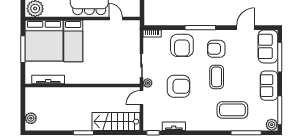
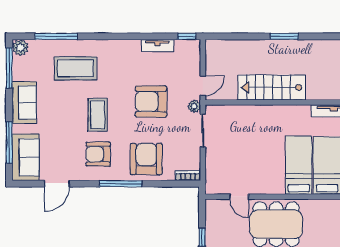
armchair: (216, 49) -> (98, 154), turned 180
stairs: (116, 122) -> (272, 87), moved, turned 180

